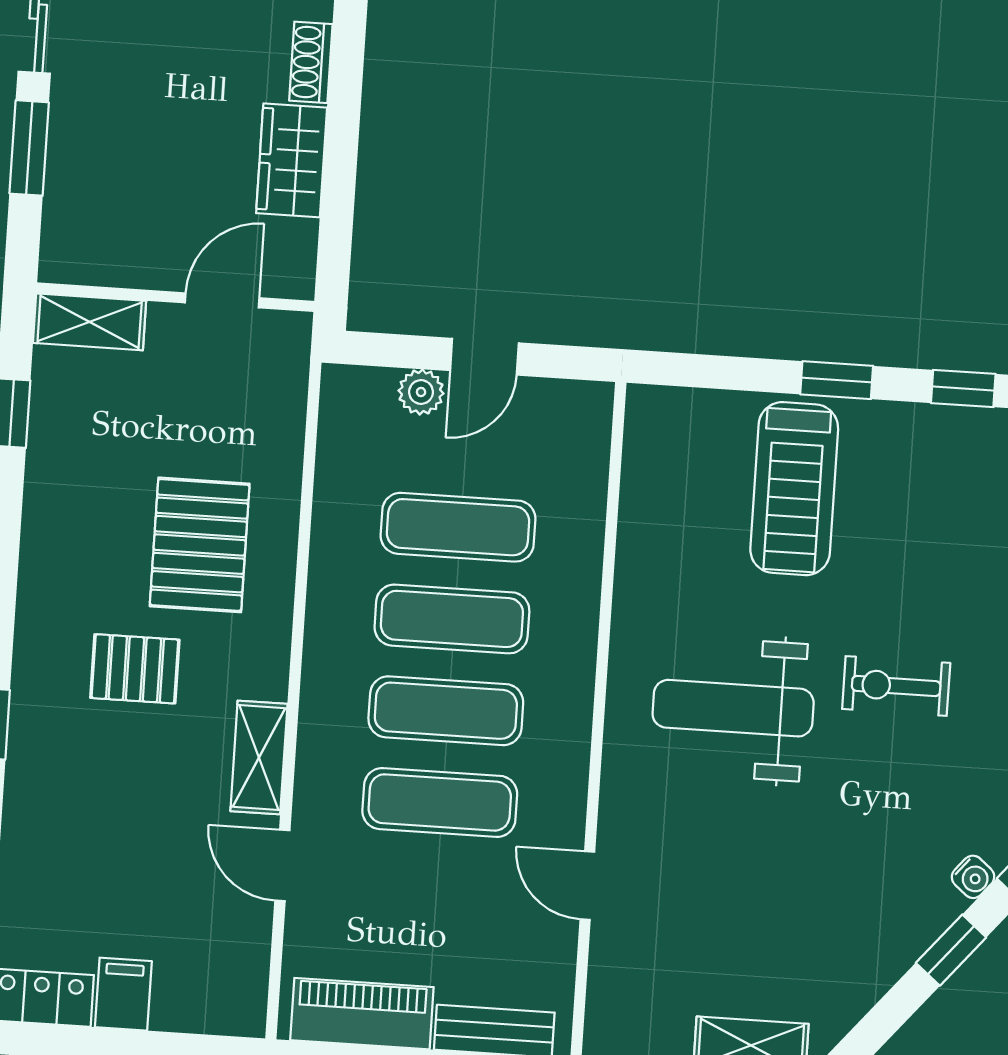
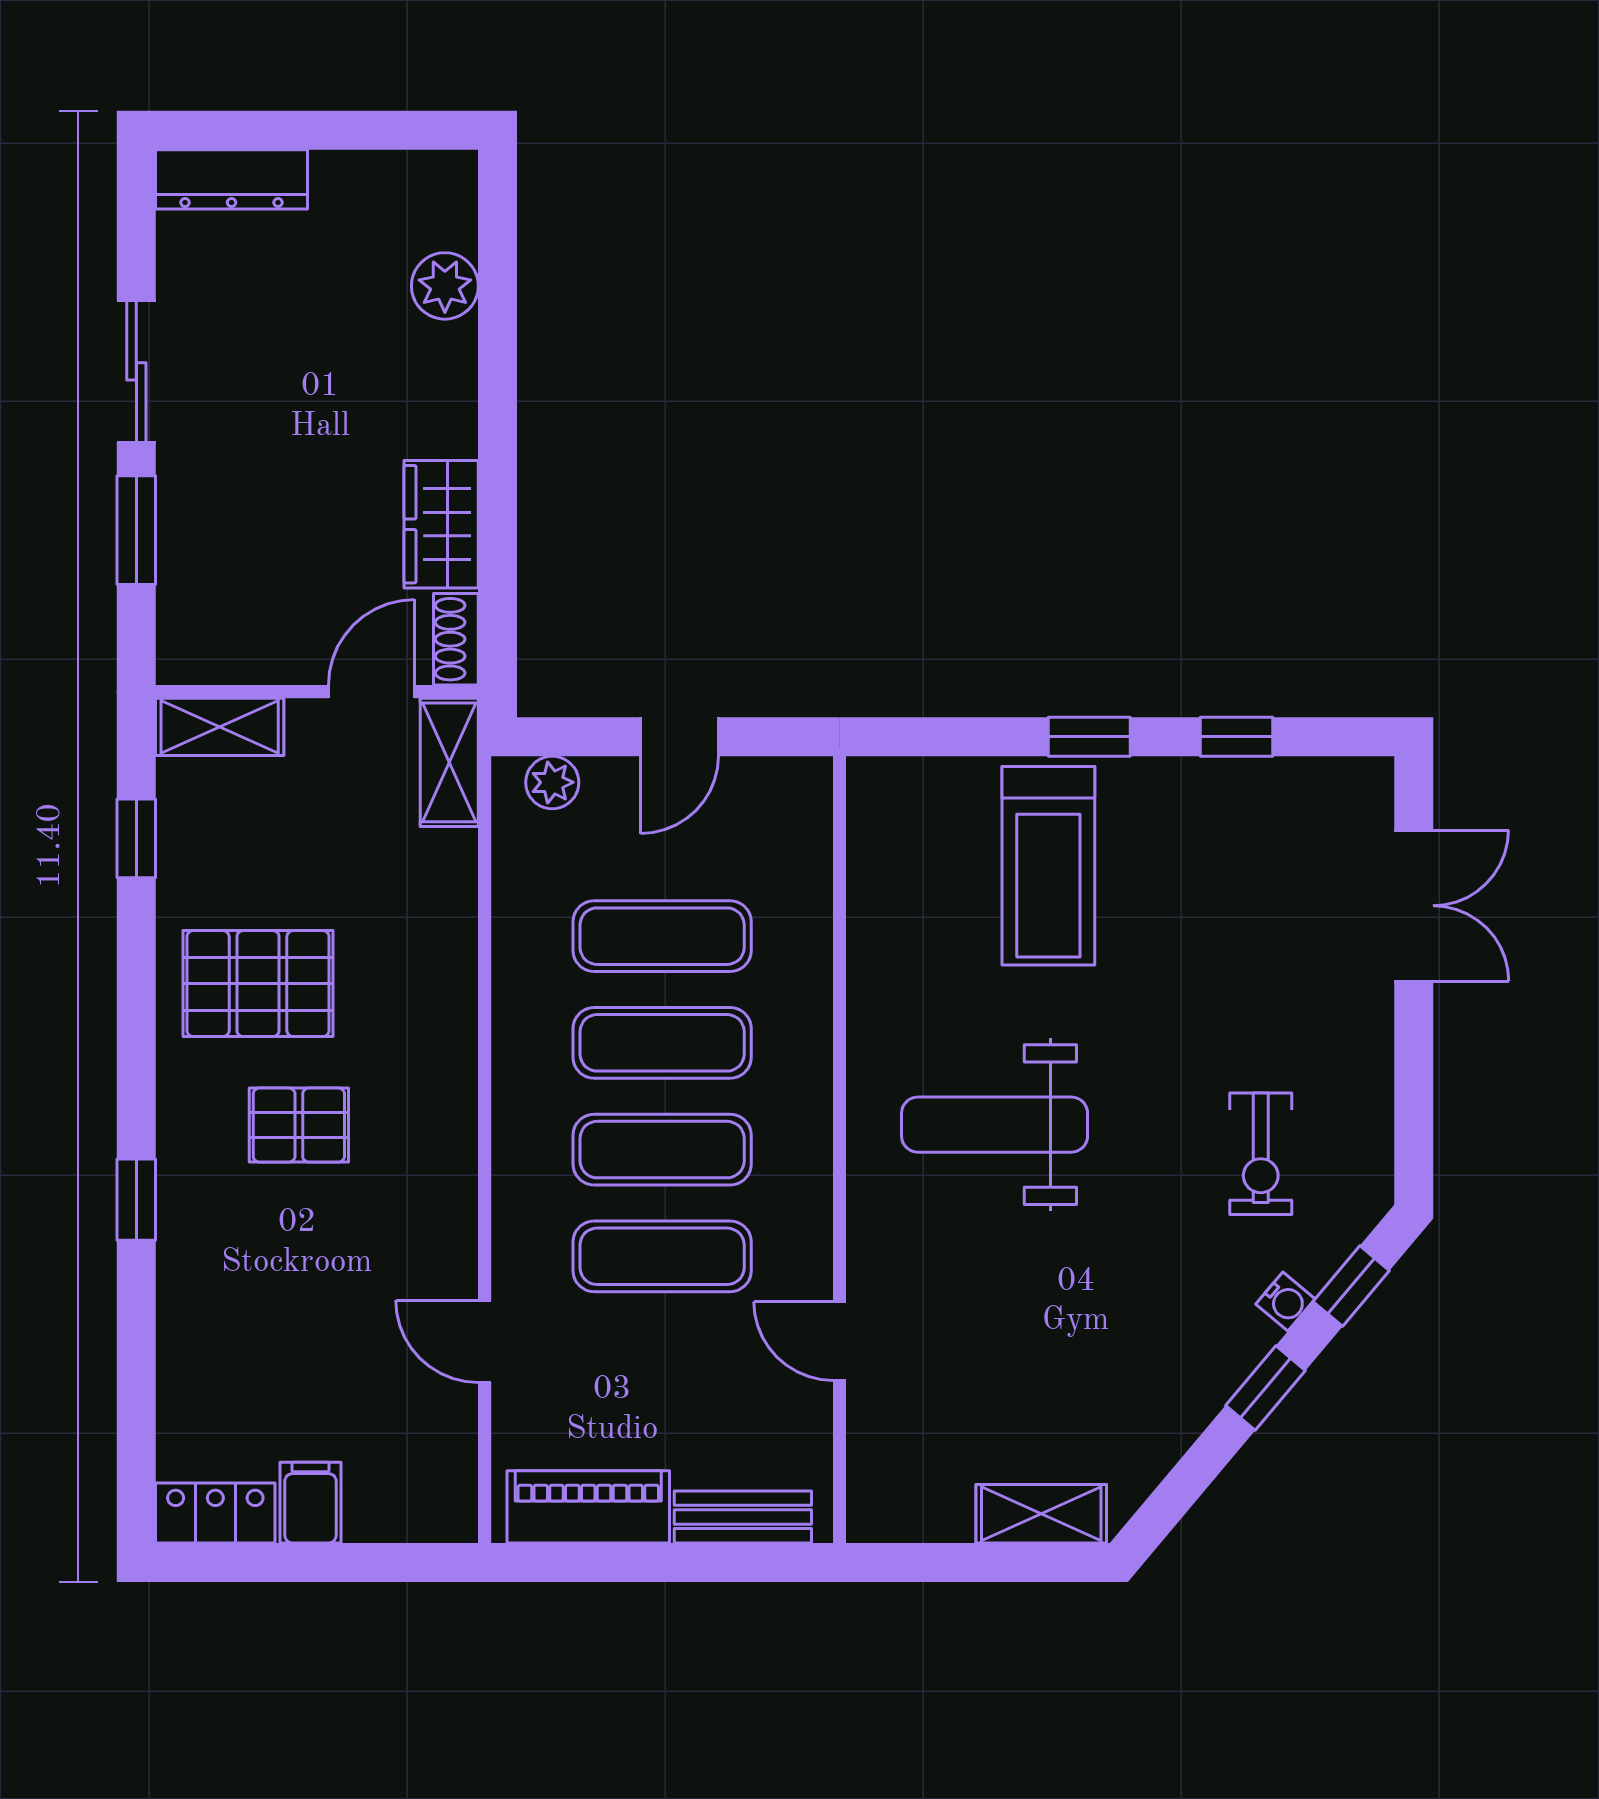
shoe rack: (311, 62) -> (456, 639), moved
plant: (421, 392) -> (552, 782), moved
pallet: (200, 545) -> (258, 984), moved, turned 90
exercise bike: (896, 686) -> (1261, 1154), moved, turned -90
shelving: (259, 757) -> (449, 762), moved

